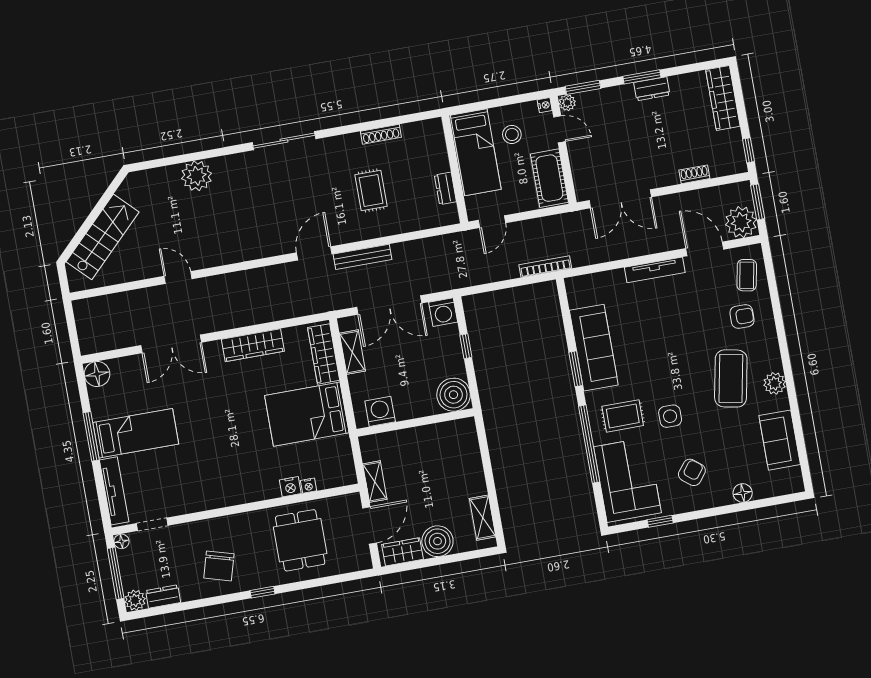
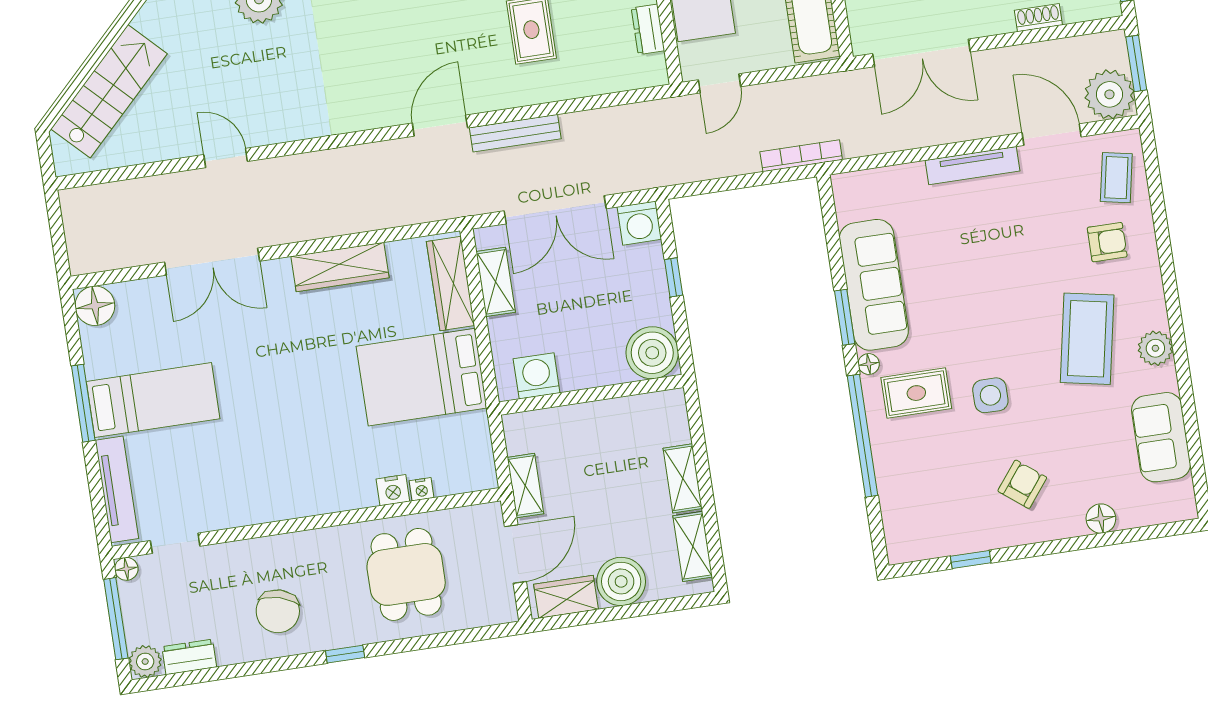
floor lamp: (592, 398) -> (869, 364), added
shelving: (475, 474) -> (683, 478), added
corner sofa: (628, 480) -> (921, 493), removed

